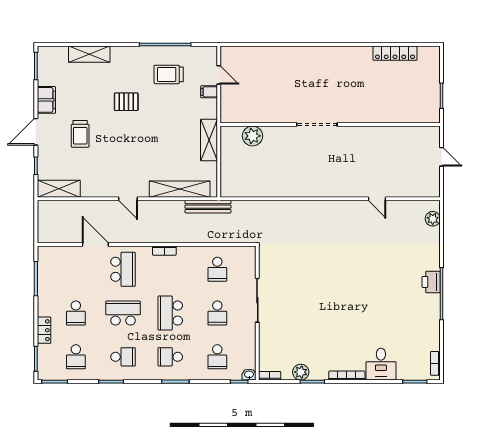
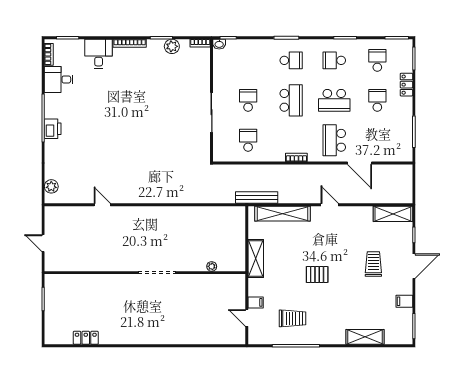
locker: (395, 53) -> (86, 338), width x0.66
filing cabinet: (46, 100) -> (404, 301), width x0.50
pallet: (126, 102) -> (317, 274), moved
plant: (252, 136) -> (212, 266), width x0.53, depth x0.53
desk: (425, 336) -> (59, 79), added
school desk: (217, 357) -> (248, 60), removed

